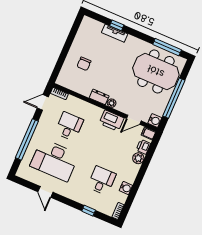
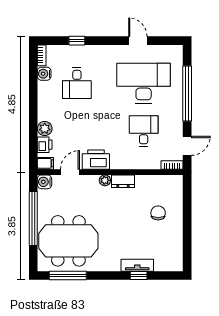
desk: (69, 126) -> (144, 131), turned 180
water cooler: (126, 188) -> (44, 74), moved

